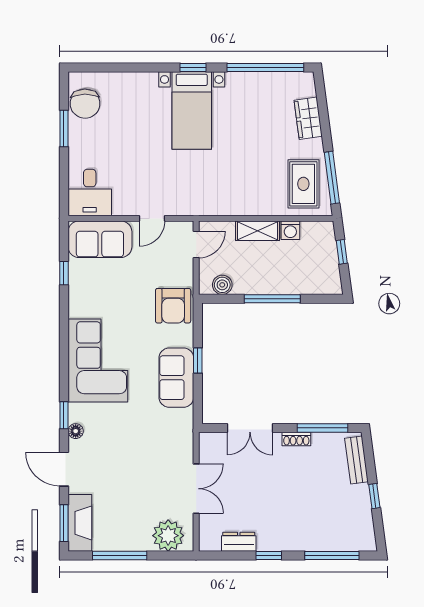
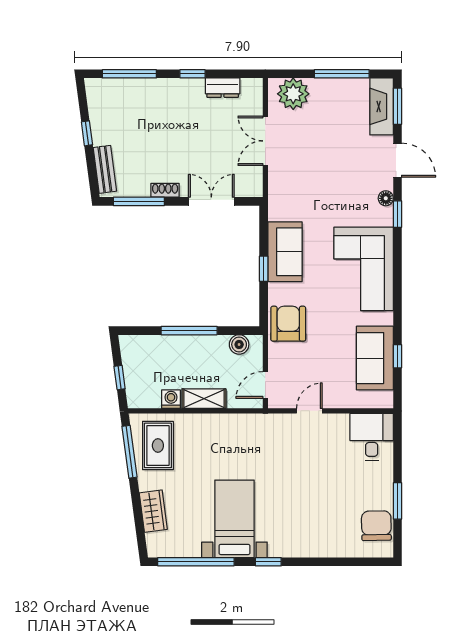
bed with nightstands: (192, 111) -> (234, 519), moved
sofa: (100, 239) -> (375, 358), moved, turned -90

